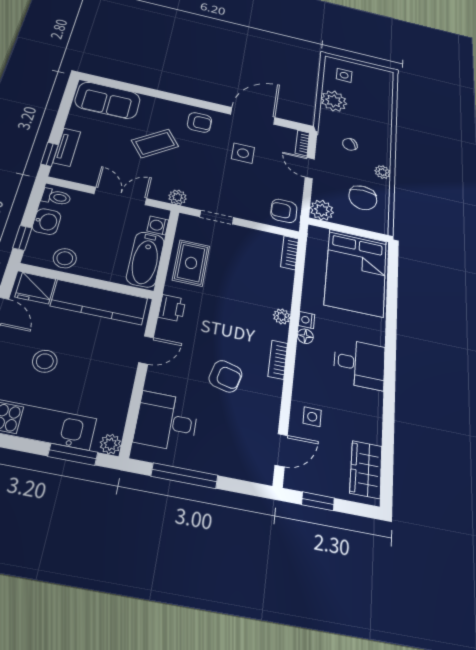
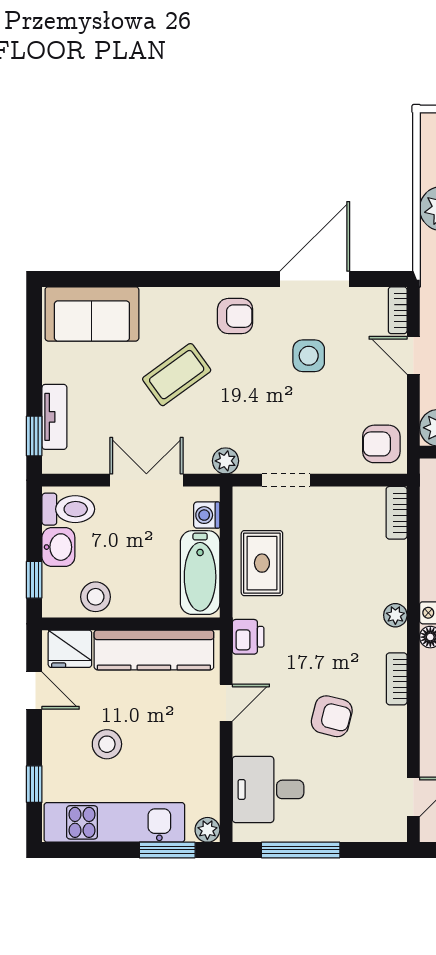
toilet: (56, 197) -> (68, 509), width x1.37, depth x1.39

